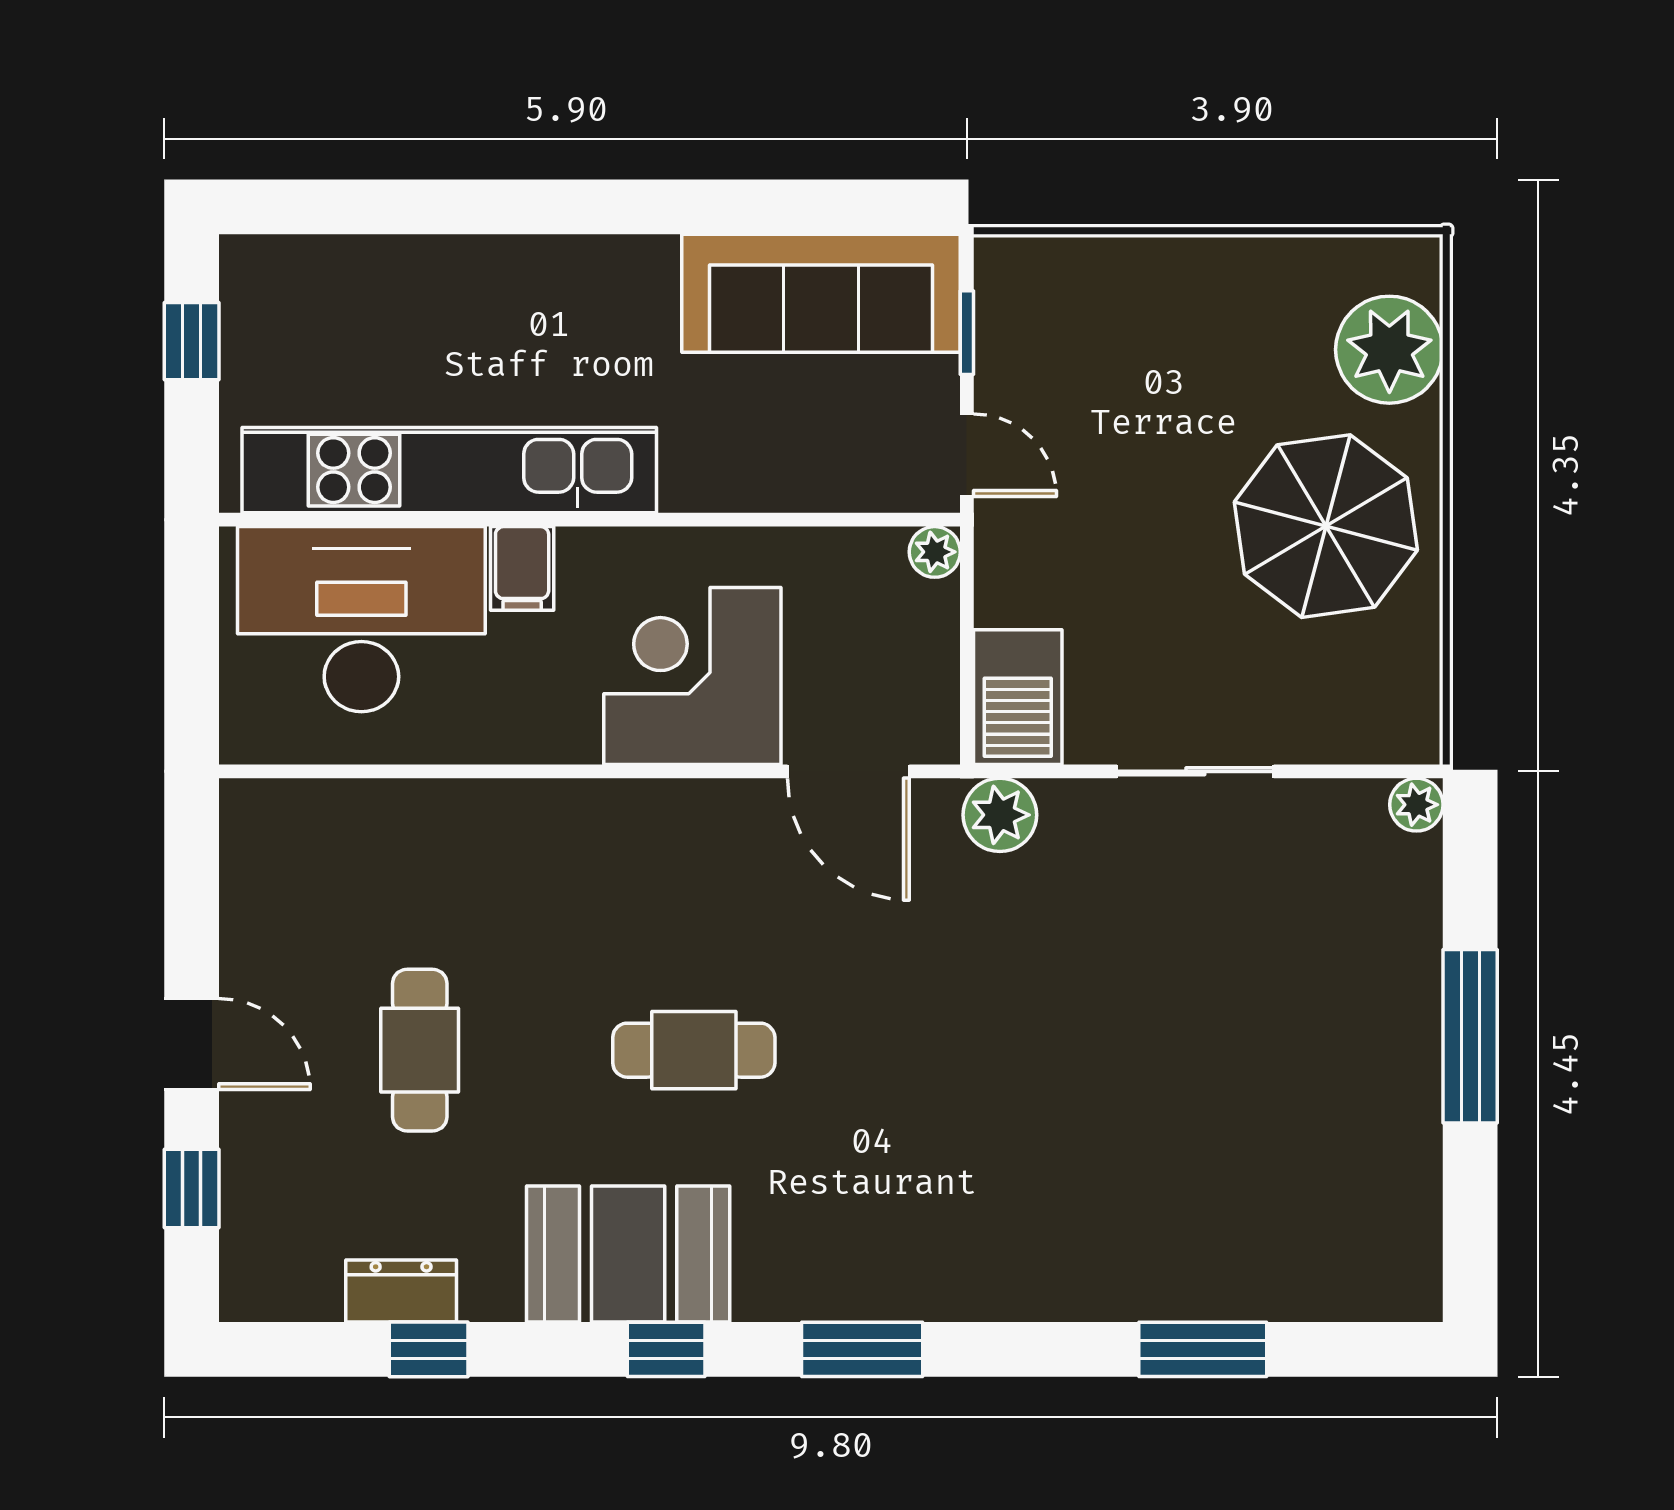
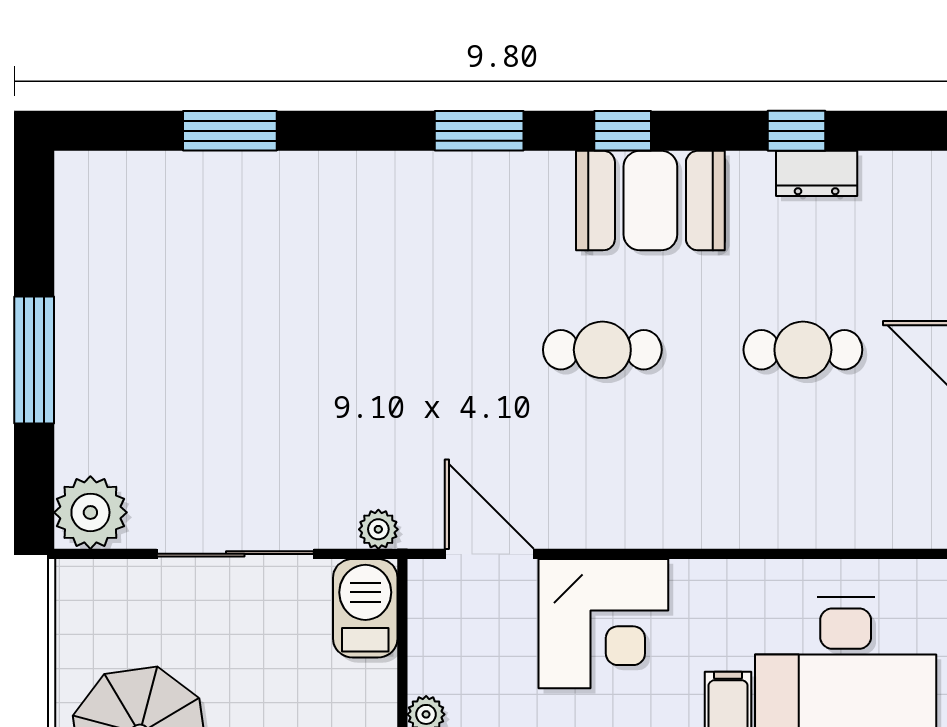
sliding door: (1195, 771) -> (235, 554), width x1.37
plant: (1416, 805) -> (90, 512), width x1.88, depth x1.88
plant: (1000, 815) -> (378, 529), width x0.73, depth x0.73
cafe table: (420, 1050) -> (803, 350), turned 90

